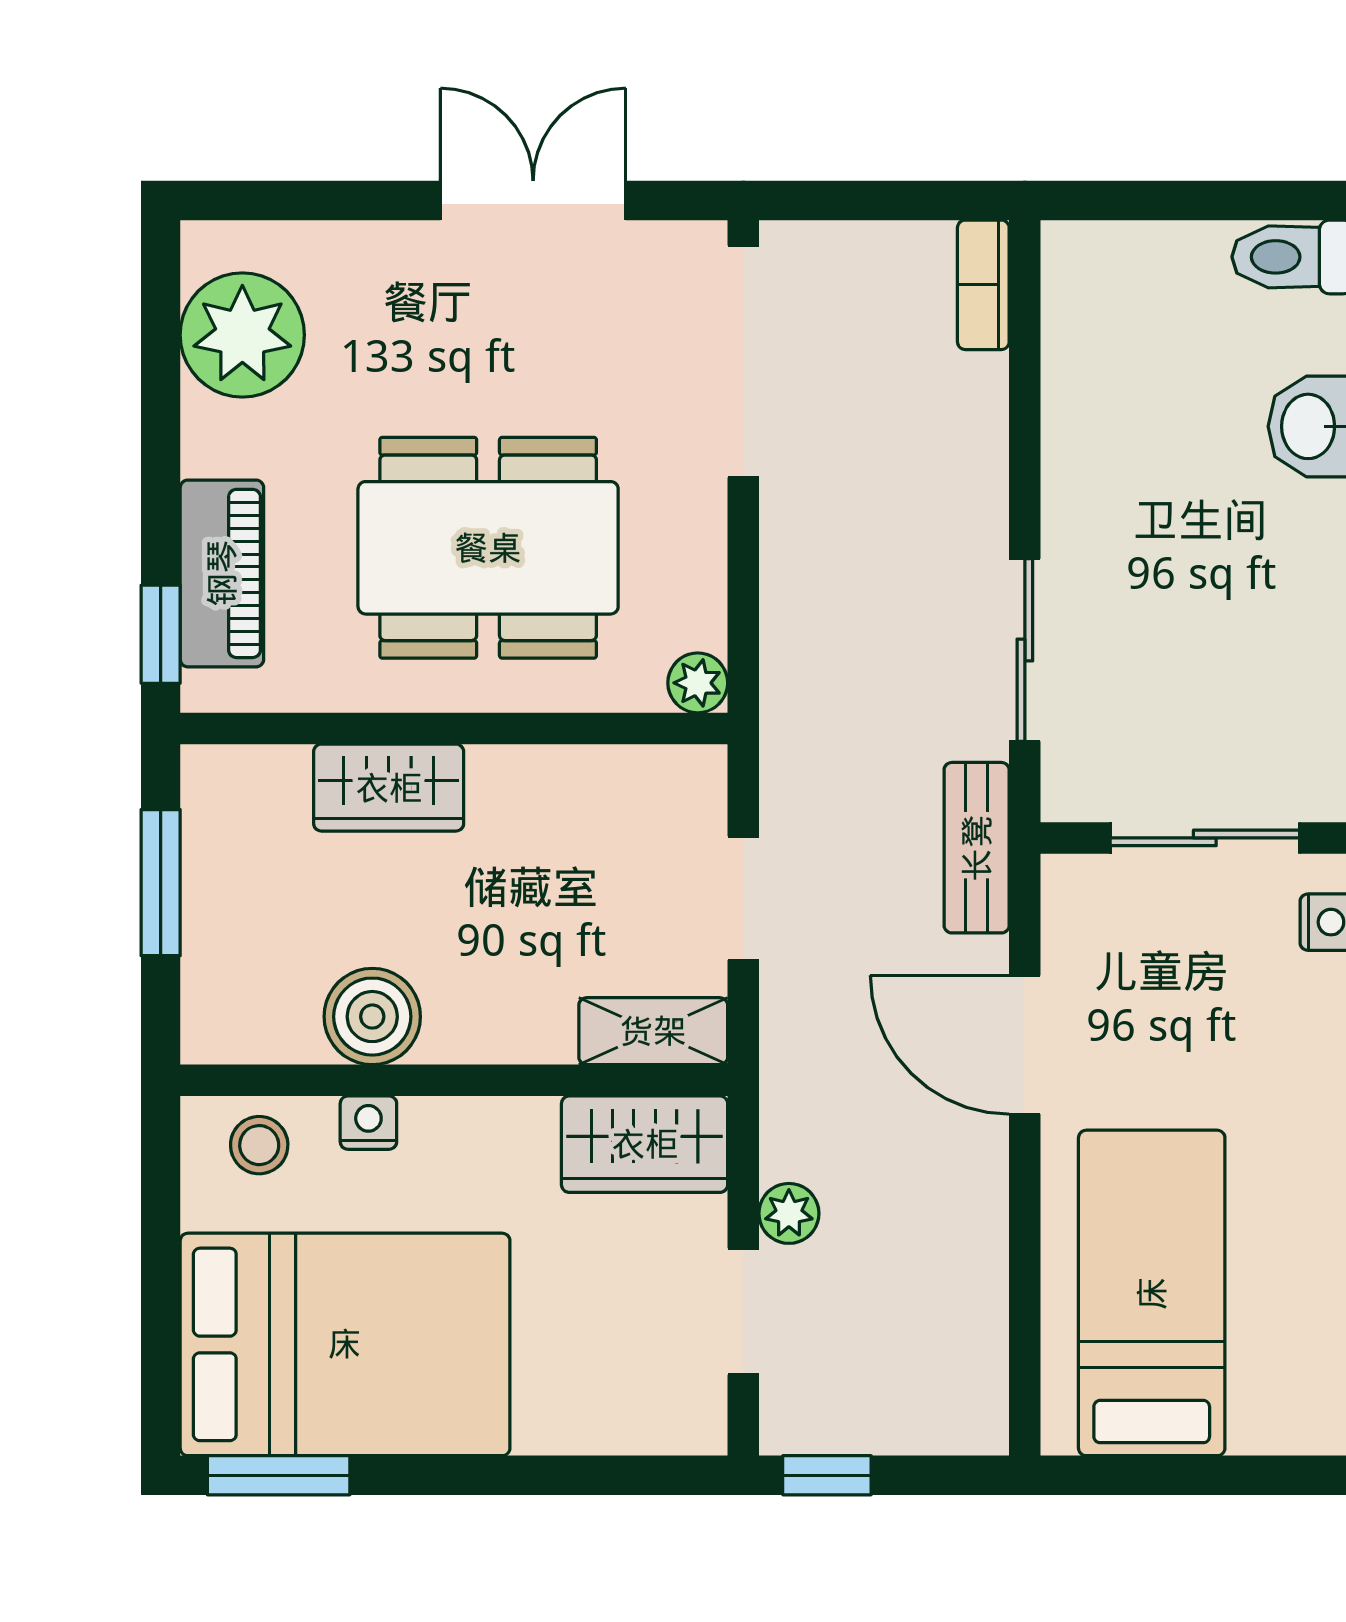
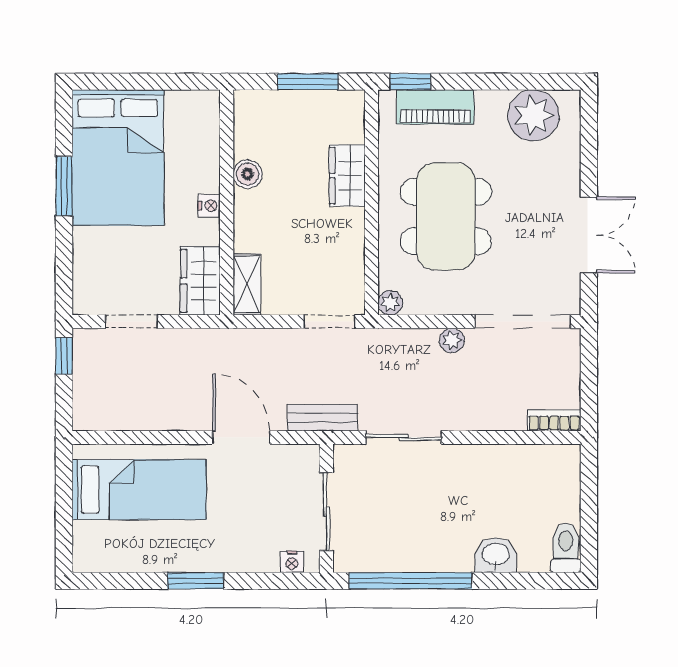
doorway: (743, 898) -> (330, 322), moved
boiler: (372, 1017) -> (248, 174), width x0.73, depth x0.73
door: (1025, 1045) -> (241, 437), hinge flipped
nightstand: (368, 1123) -> (209, 206), moved
stool: (259, 1145) -> (200, 122), removed
plant: (789, 1213) -> (452, 340), moved
window: (279, 1475) -> (64, 186), moved

